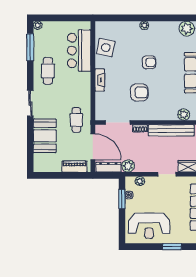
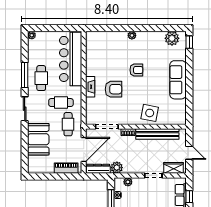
window: (30, 47) -> (25, 75), moved
side table: (106, 48) -> (150, 113), moved
bar counter: (79, 51) -> (71, 59), width x1.36
armchair: (139, 92) -> (113, 89), moved
cafe table: (69, 97) -> (61, 103), added
plant: (184, 115) -> (169, 119), removed
door: (93, 147) -> (84, 150), hinge flipped

